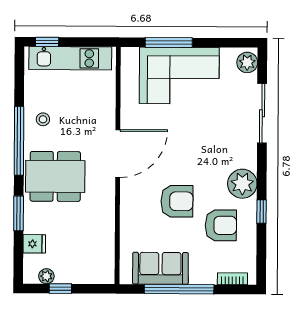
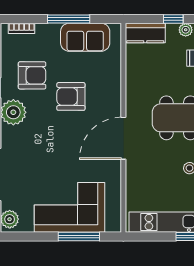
armchair: (221, 225) -> (32, 75), turned 180
kitchen counter: (92, 273) -> (145, 33), added
window: (179, 289) -> (69, 19), width x0.68

